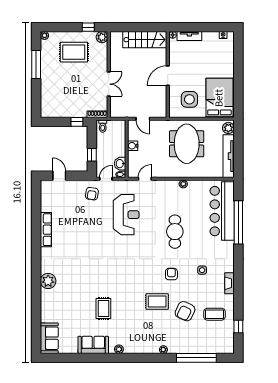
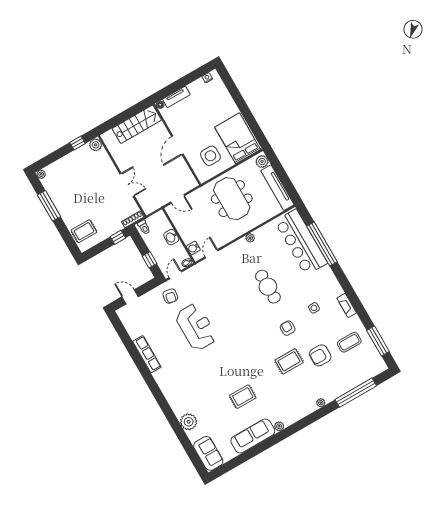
rug: (74, 52) -> (84, 231), moved, width x0.73, depth x0.70
water cooler: (133, 146) -> (193, 248), moved
washbasin: (120, 164) -> (171, 237), moved
reception desk: (126, 215) -> (196, 327), moved
plant: (48, 281) -> (189, 422), moved
rug: (103, 308) -> (243, 397), turned 90
armchair: (185, 311) -> (320, 355), turned 65
window: (238, 327) -> (378, 341), width x2.17
sofa: (93, 345) -> (253, 436), width x1.36

